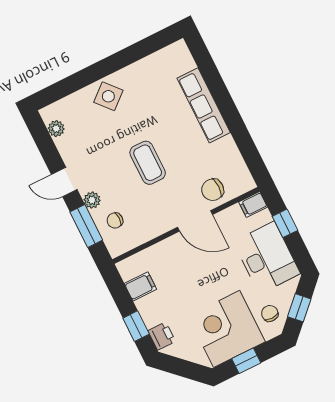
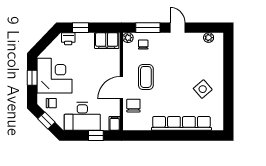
side table: (108, 96) -> (203, 89), moved
row of seats: (204, 105) -> (181, 123), width x1.36
coffee table: (148, 163) -> (146, 77), moved, turned 90
door: (64, 182) -> (178, 28), hinge flipped
plant: (92, 200) -> (128, 38), moved
filing cabinet: (140, 286) -> (107, 41), width x2.00

